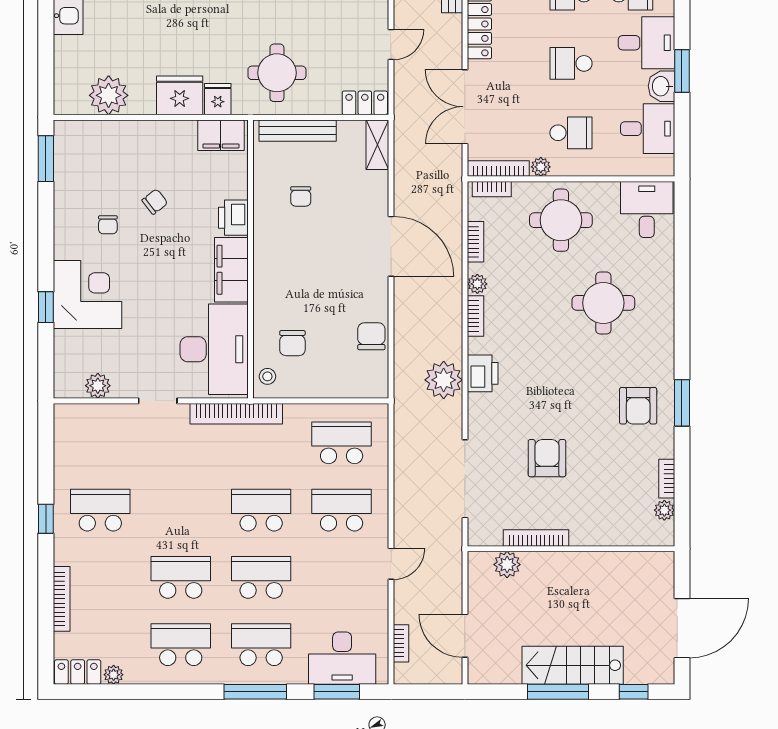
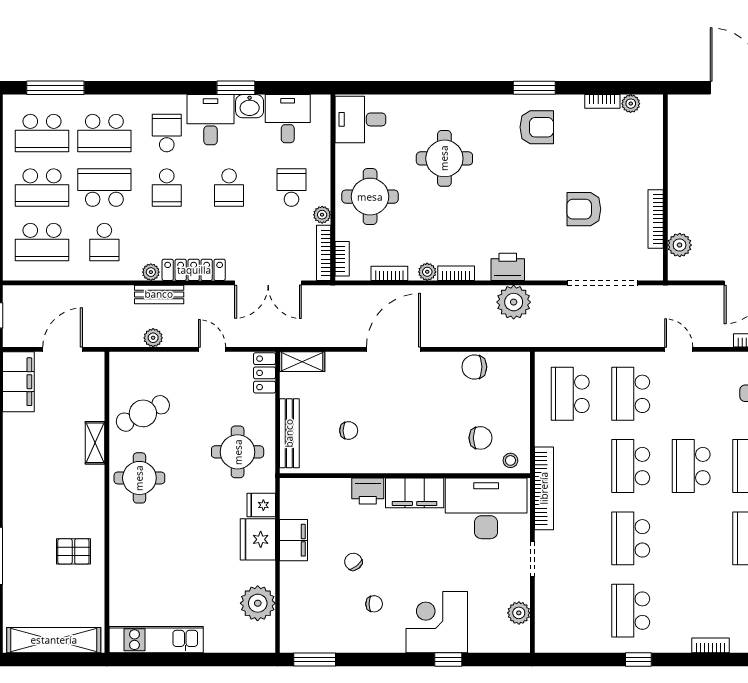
filing cabinet: (221, 135) -> (294, 540), moved
school desk: (181, 577) -> (631, 538), moved
bookcase: (62, 599) -> (710, 645), width x0.64

